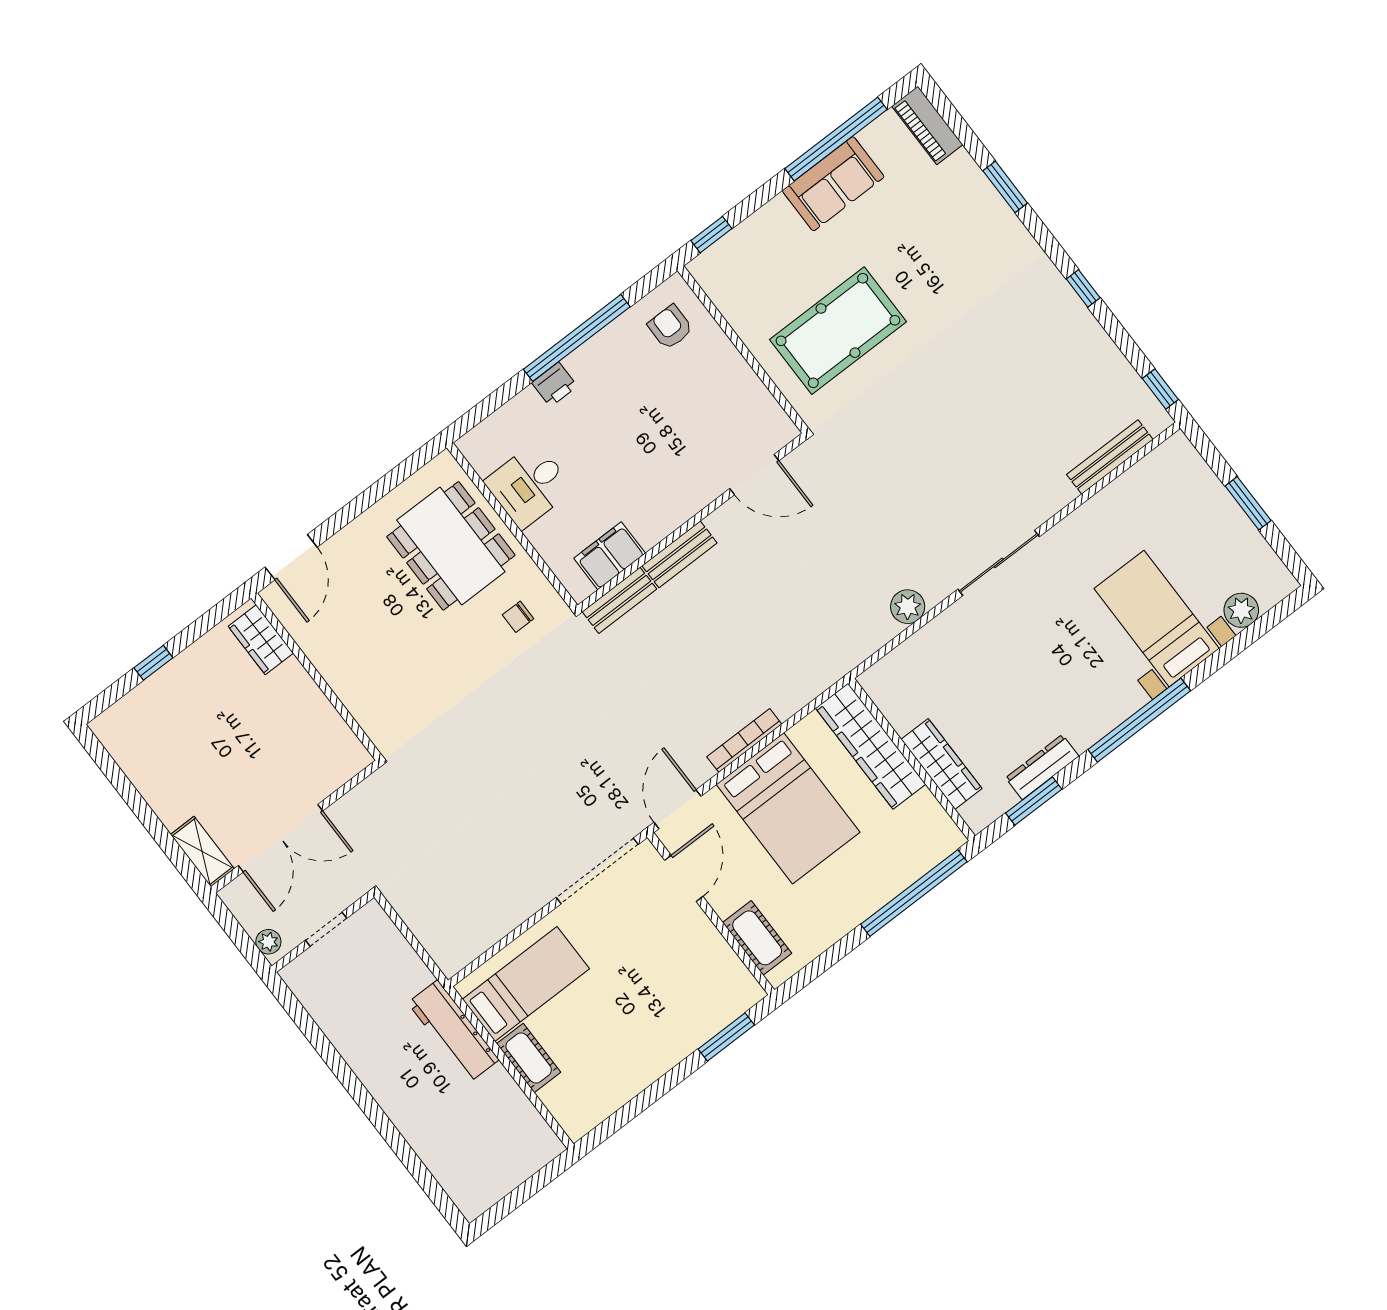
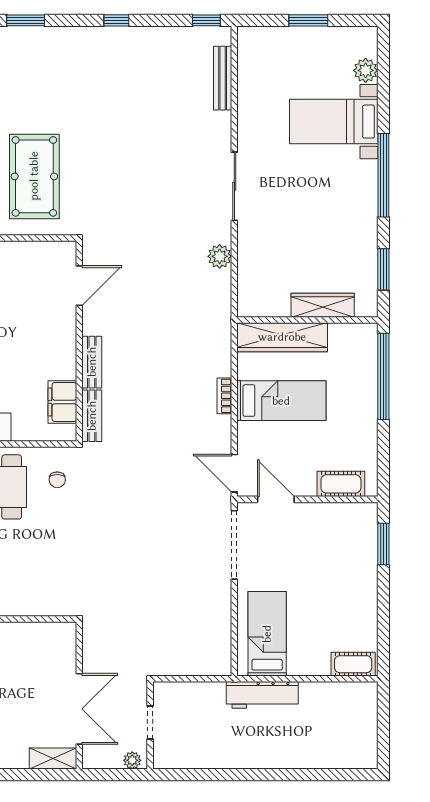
bookcase: (744, 741) -> (224, 396), width x0.64
dresser: (1042, 767) -> (368, 250), removed
bed: (788, 808) -> (281, 401), width x0.67
cot: (529, 1058) -> (353, 664), moved

